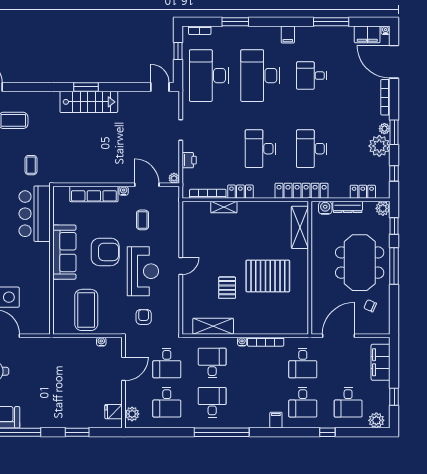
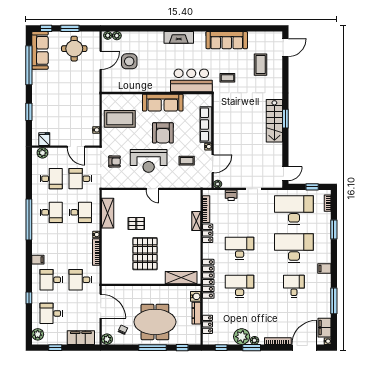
plant: (383, 208) -> (107, 339), moved
desk: (167, 402) -> (51, 179), turned 180

